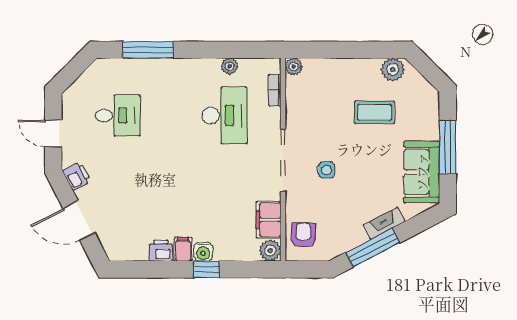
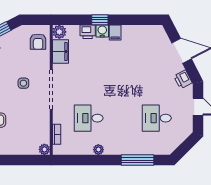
plant: (230, 66) -> (98, 150), moved
desk: (225, 115) -> (89, 118), width x0.73
printer: (161, 251) -> (88, 32), moved

